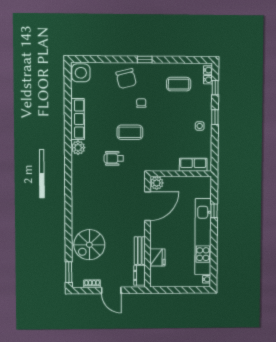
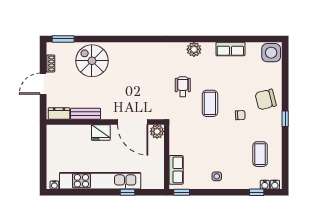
window: (215, 117) -> (182, 192), moved
row of seats: (78, 119) -> (230, 49), width x0.68
fridge: (157, 257) -> (101, 133), moved

